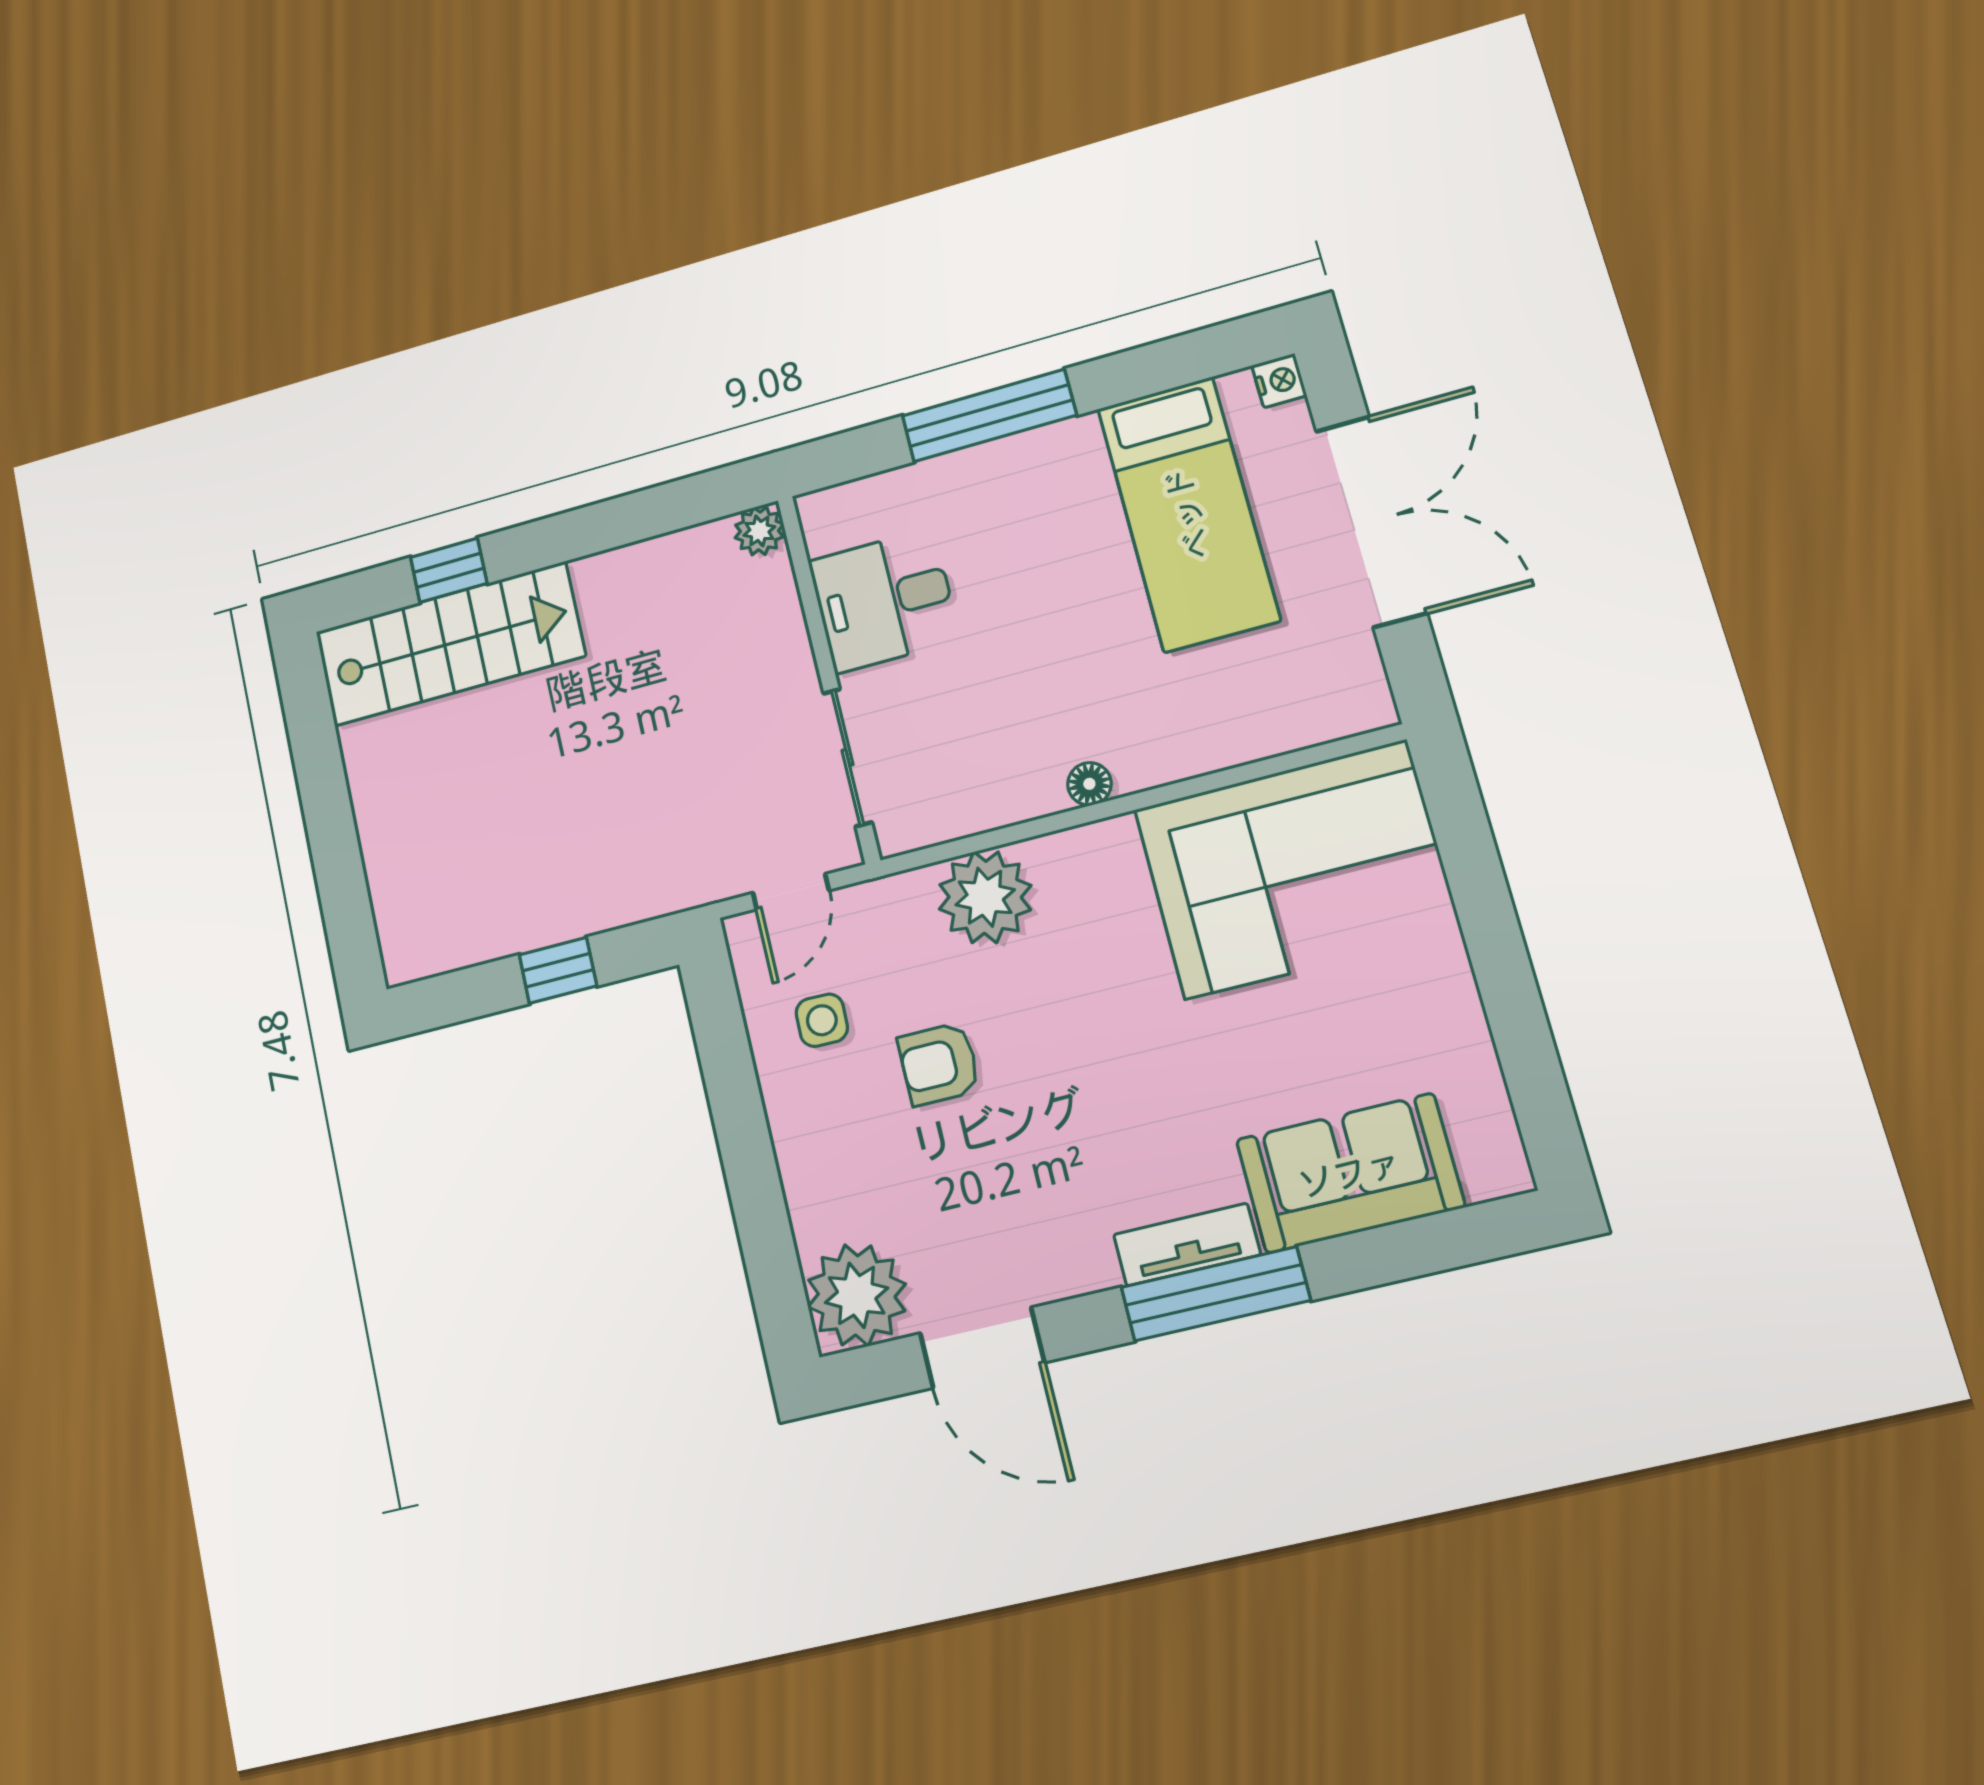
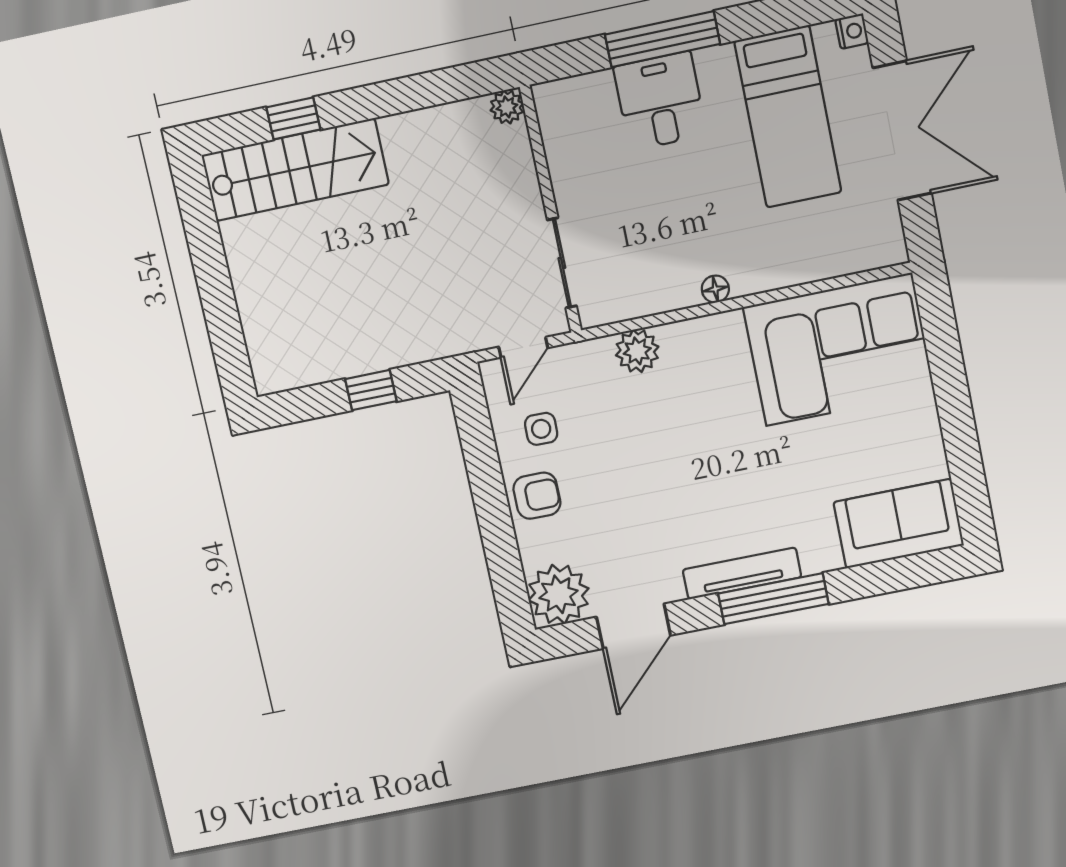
desk: (884, 600) -> (660, 101), moved, turned 90
plant: (985, 897) -> (637, 351), width x0.73, depth x0.73
armchair: (939, 1064) -> (537, 496), moved, turned 180
sofa: (1350, 1173) -> (899, 524), moved
tv unit: (1187, 1245) -> (742, 573), width x1.41
door: (982, 1348) -> (634, 626), hinge flipped

